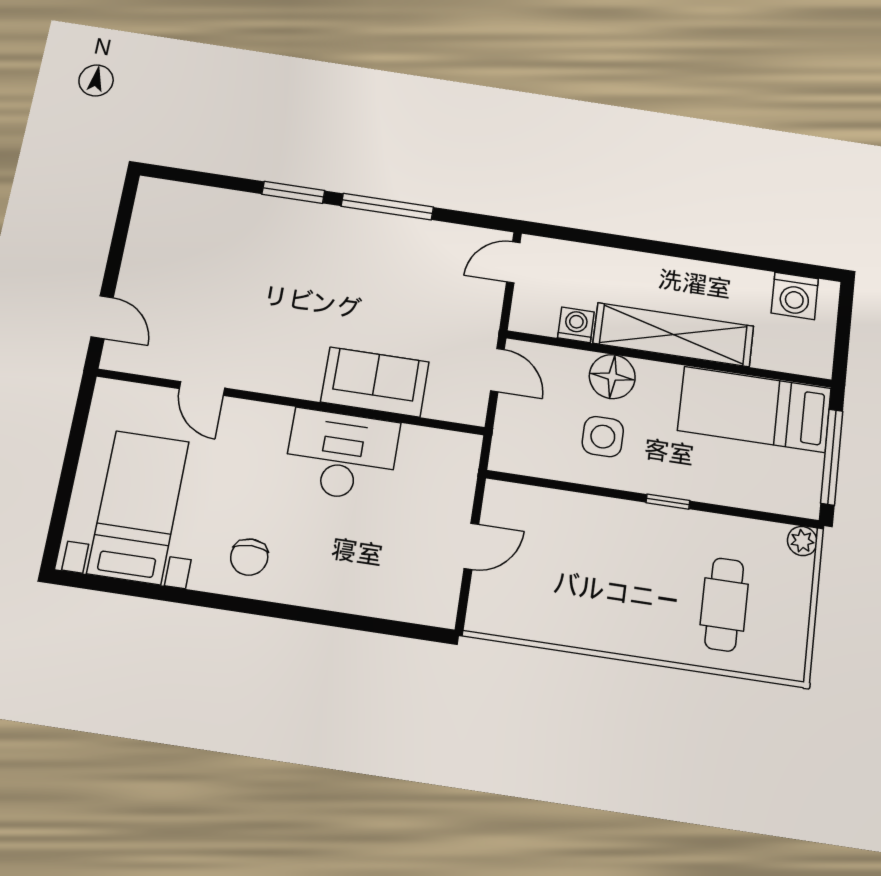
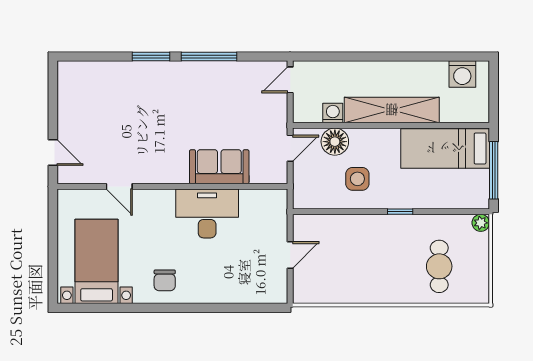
door: (497, 370) -> (290, 148), hinge flipped
floor lamp: (612, 377) -> (335, 142), moved

